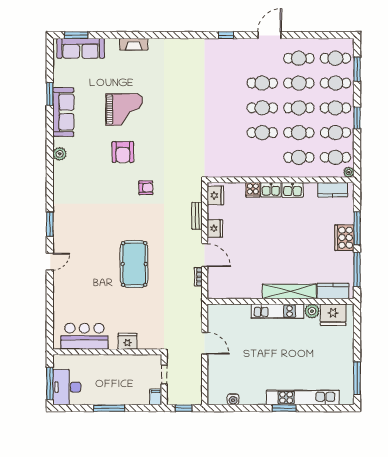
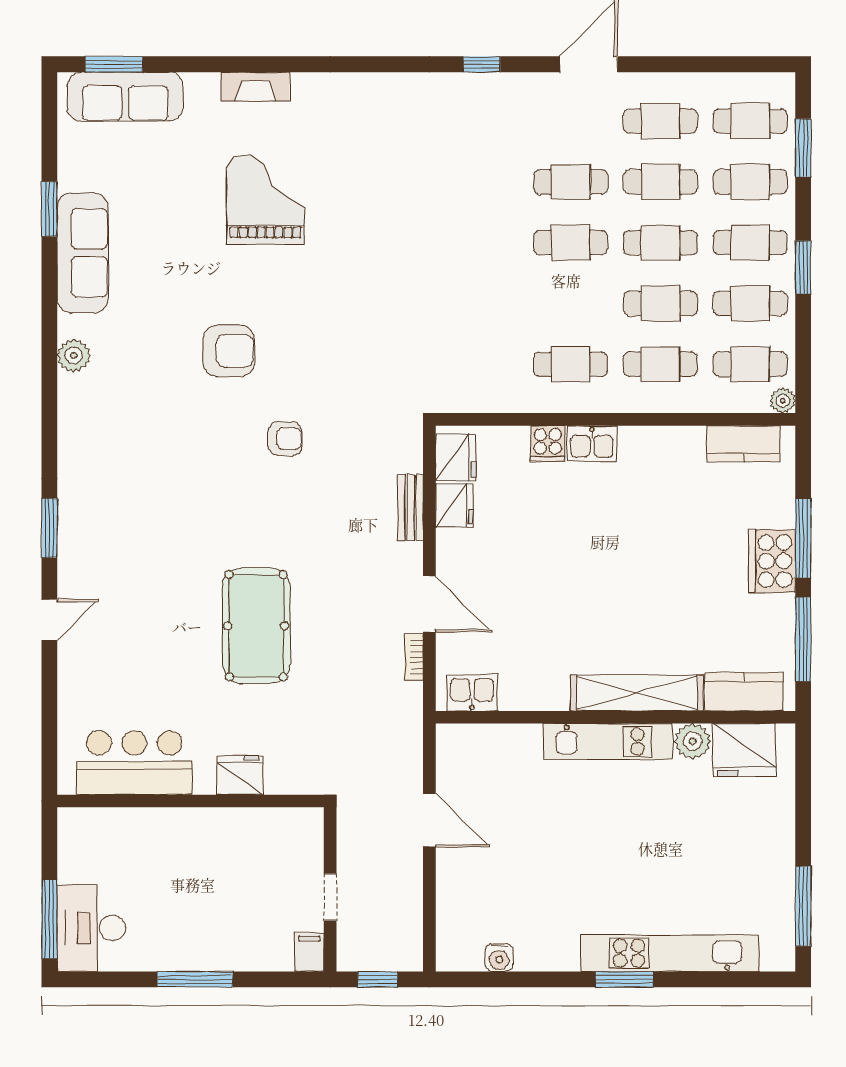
grand piano: (124, 109) -> (265, 200), moved, turned -90
cafe table: (262, 133) -> (571, 364), moved
armchair: (123, 152) -> (229, 351), turned -90
kitchen sink: (292, 190) -> (472, 693), moved, turned 180
fridge: (215, 228) -> (454, 505), moved
bar counter: (84, 336) -> (134, 763), moved
fridge: (127, 341) -> (240, 775), moved
wall: (107, 352) -> (191, 801), moved

